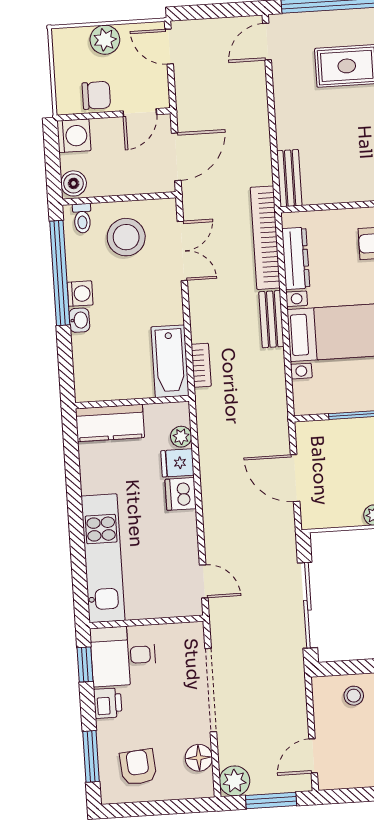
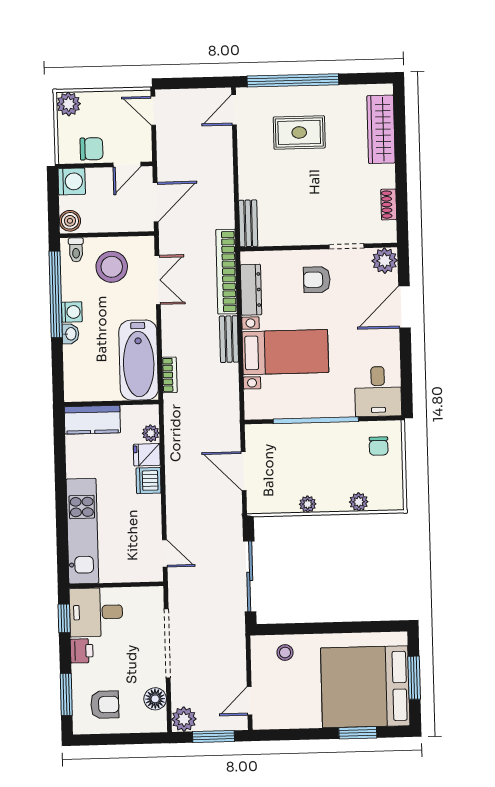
plant: (105, 40) -> (69, 104), moved
bathtub: (170, 361) -> (139, 360), width x1.36, depth x1.36
armchair: (138, 767) -> (105, 705), turned 95

